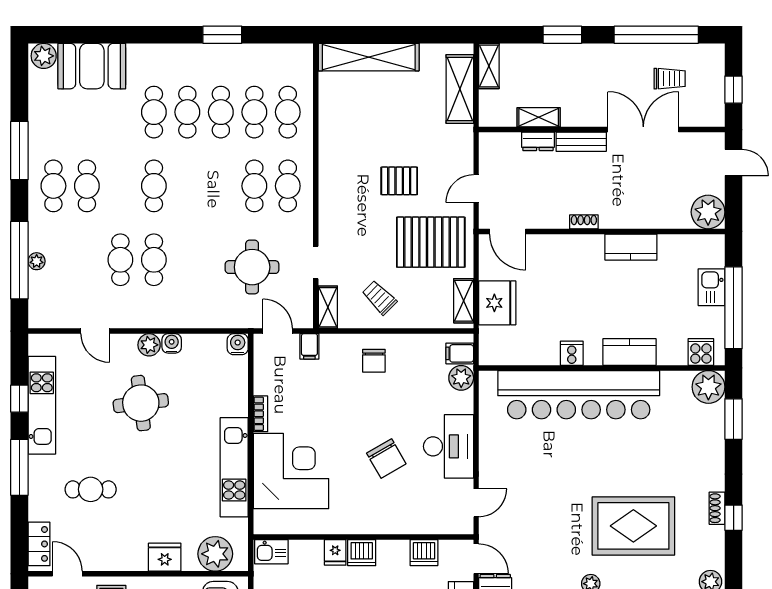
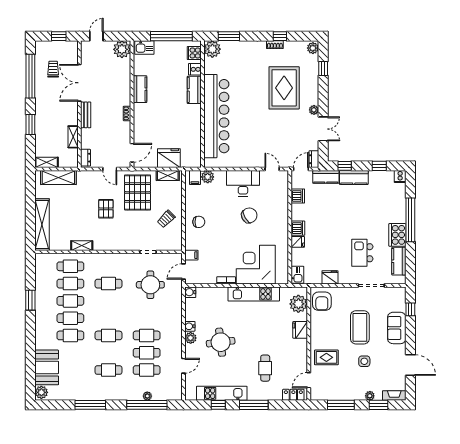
dresser: (538, 141) -> (86, 158), moved
cafe table: (53, 186) -> (147, 370), moved
cafe table: (288, 186) -> (108, 266), removed
kitchen sink: (712, 287) -> (144, 48), moved
shelving: (328, 307) -> (82, 246), moved
cooker: (572, 353) -> (195, 69), moved

